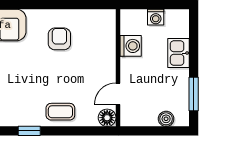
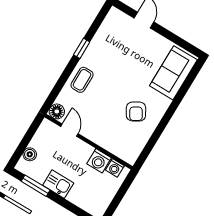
washing machine: (156, 17) -> (115, 168), moved, turned -90
armchair: (59, 39) -> (136, 111), turned 59
kitchen sink: (179, 53) -> (58, 184), moved

